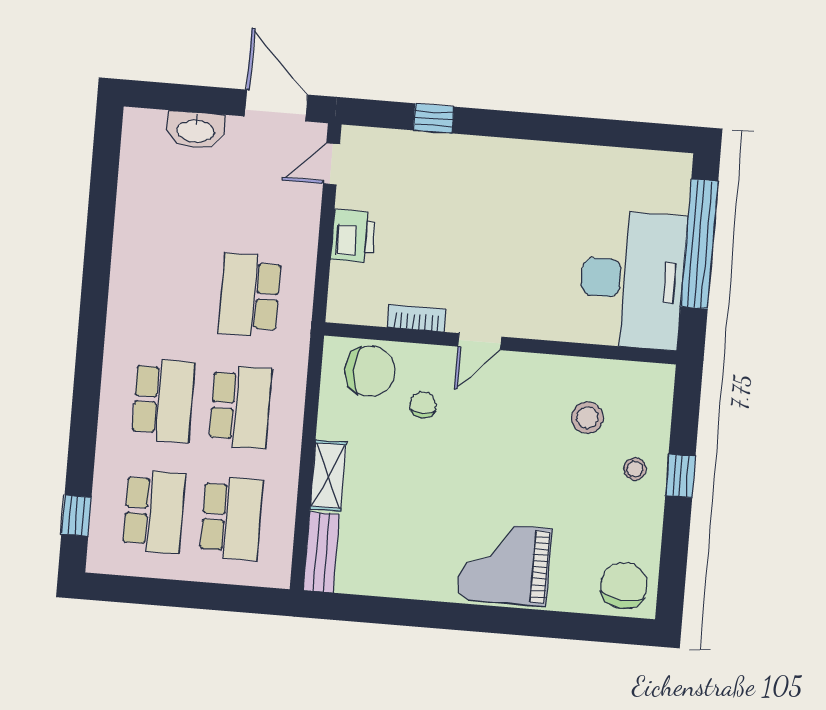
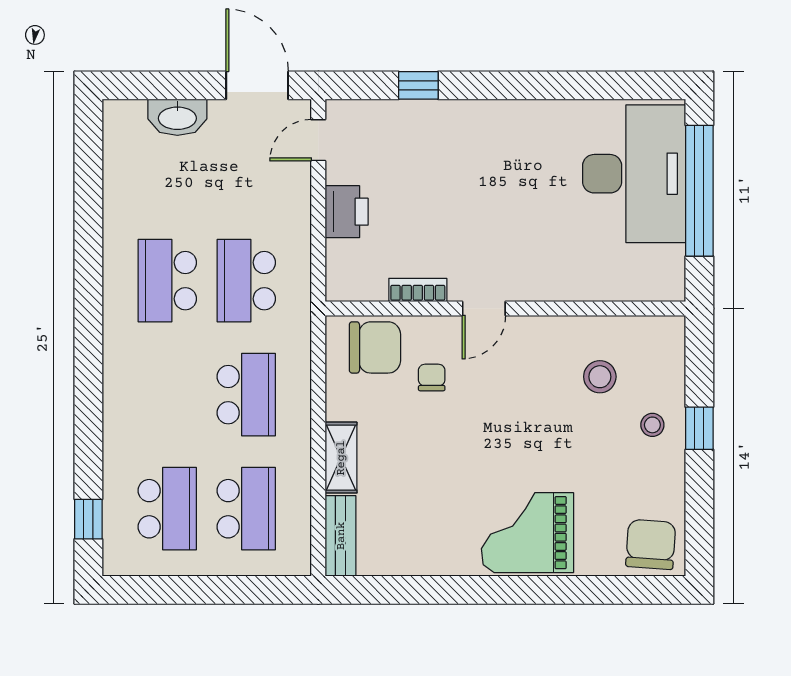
desk: (632, 280) -> (634, 174), moved
school desk: (163, 400) -> (167, 281), moved, turned 180

